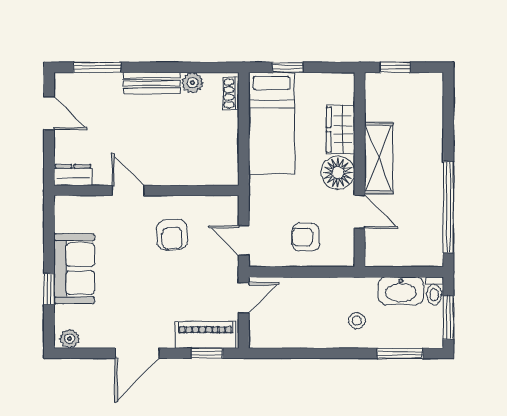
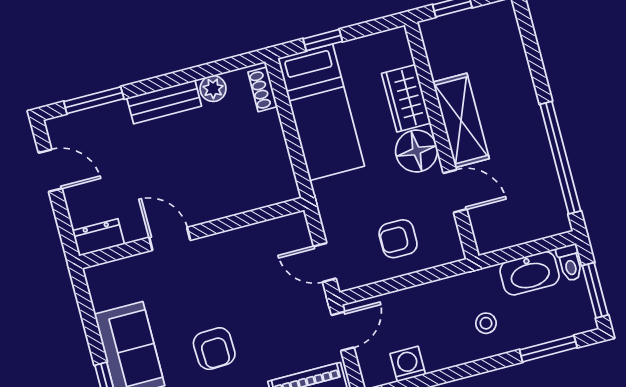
armchair: (172, 235) -> (214, 349), moved
washing machine: (288, 337) -> (408, 364), added

